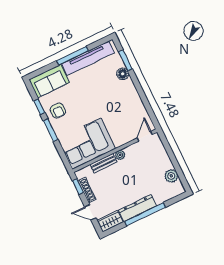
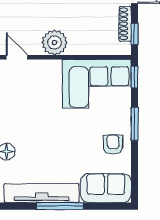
window: (39, 107) -> (135, 77), moved
door: (145, 136) -> (17, 57), swing flipped
plant: (120, 155) -> (54, 42), width x1.87, depth x1.87
bench: (104, 163) -> (87, 48), removed

